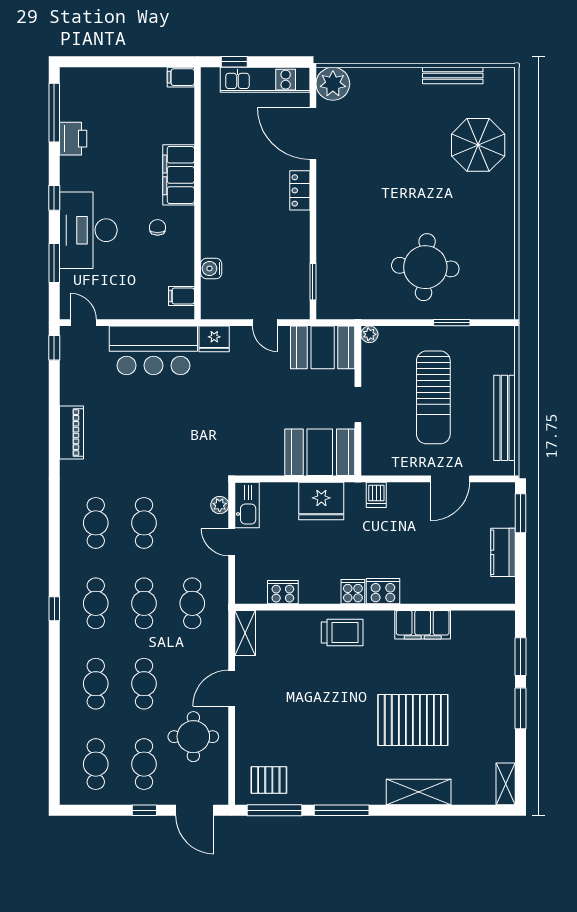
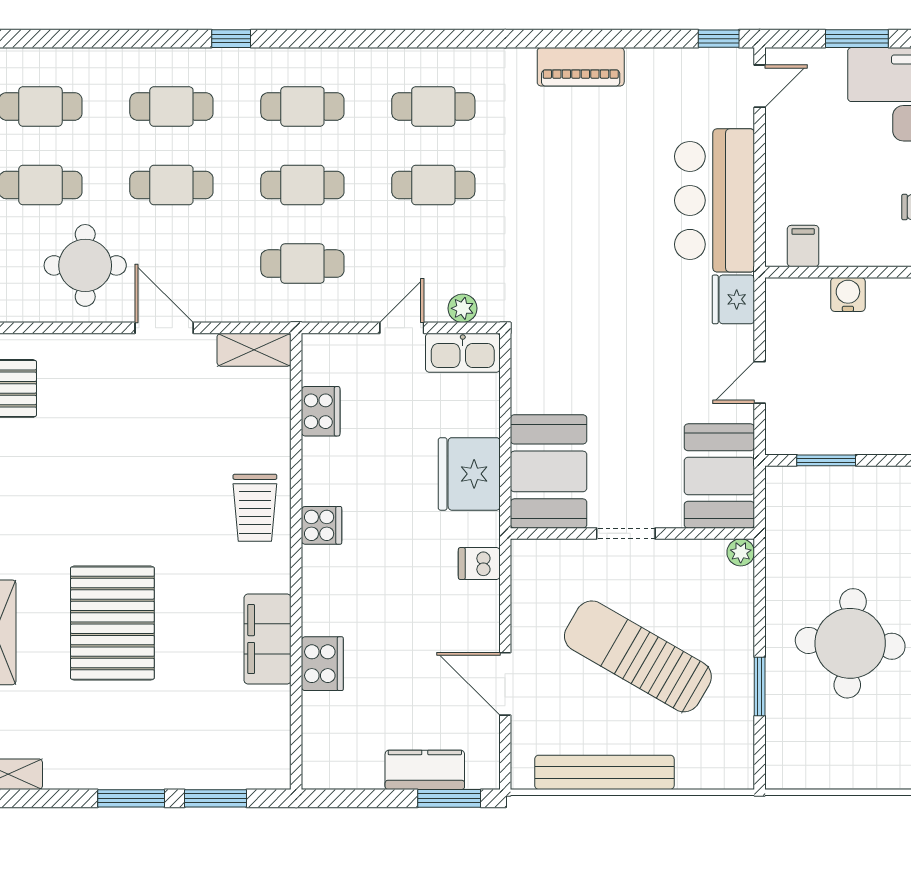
sun lounger: (433, 397) -> (638, 656), turned 30
kitchen counter: (503, 552) -> (425, 770), moved
cooker: (383, 591) -> (322, 664), moved
window: (54, 609) -> (231, 39), moved

